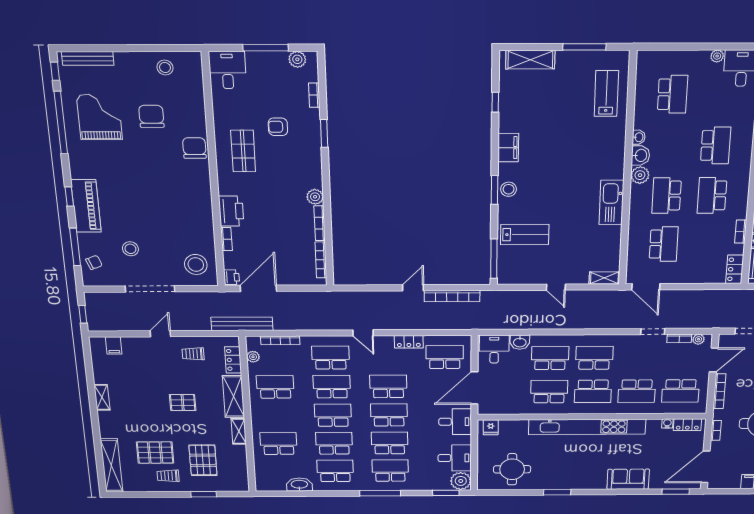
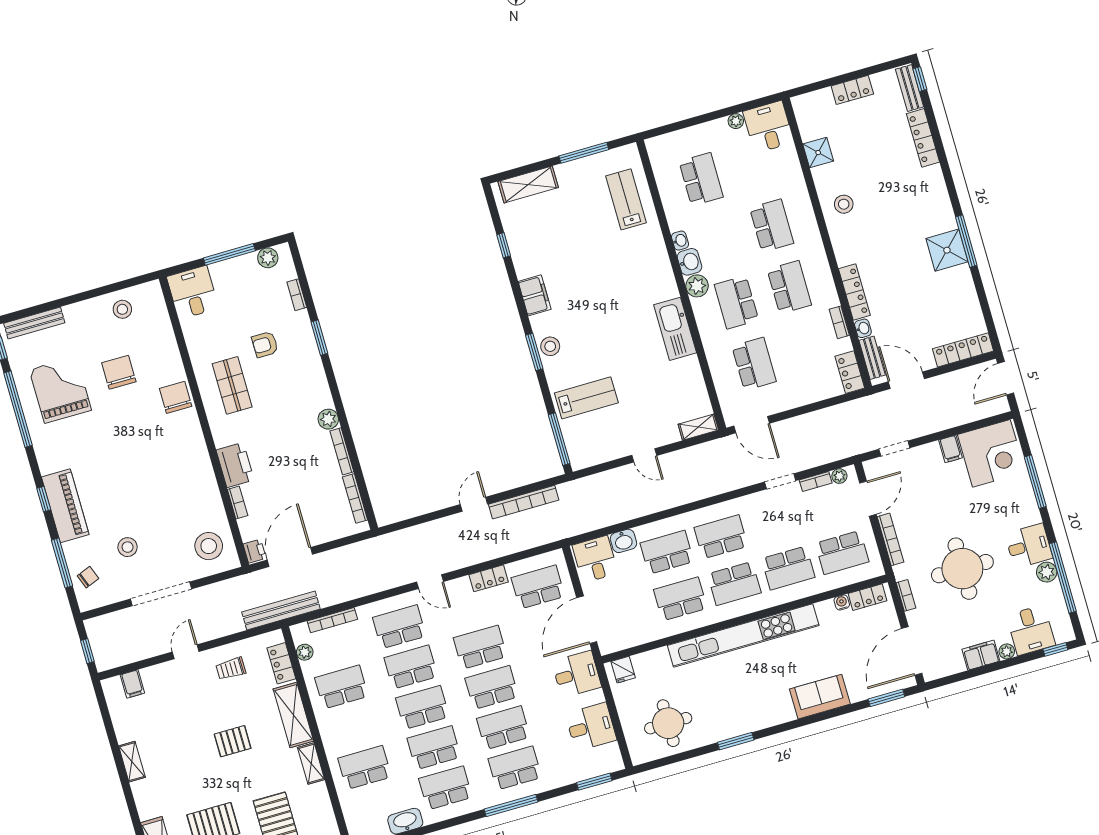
school desk: (712, 195) -> (789, 287), turned 180
plant: (461, 481) -> (608, 759), removed

